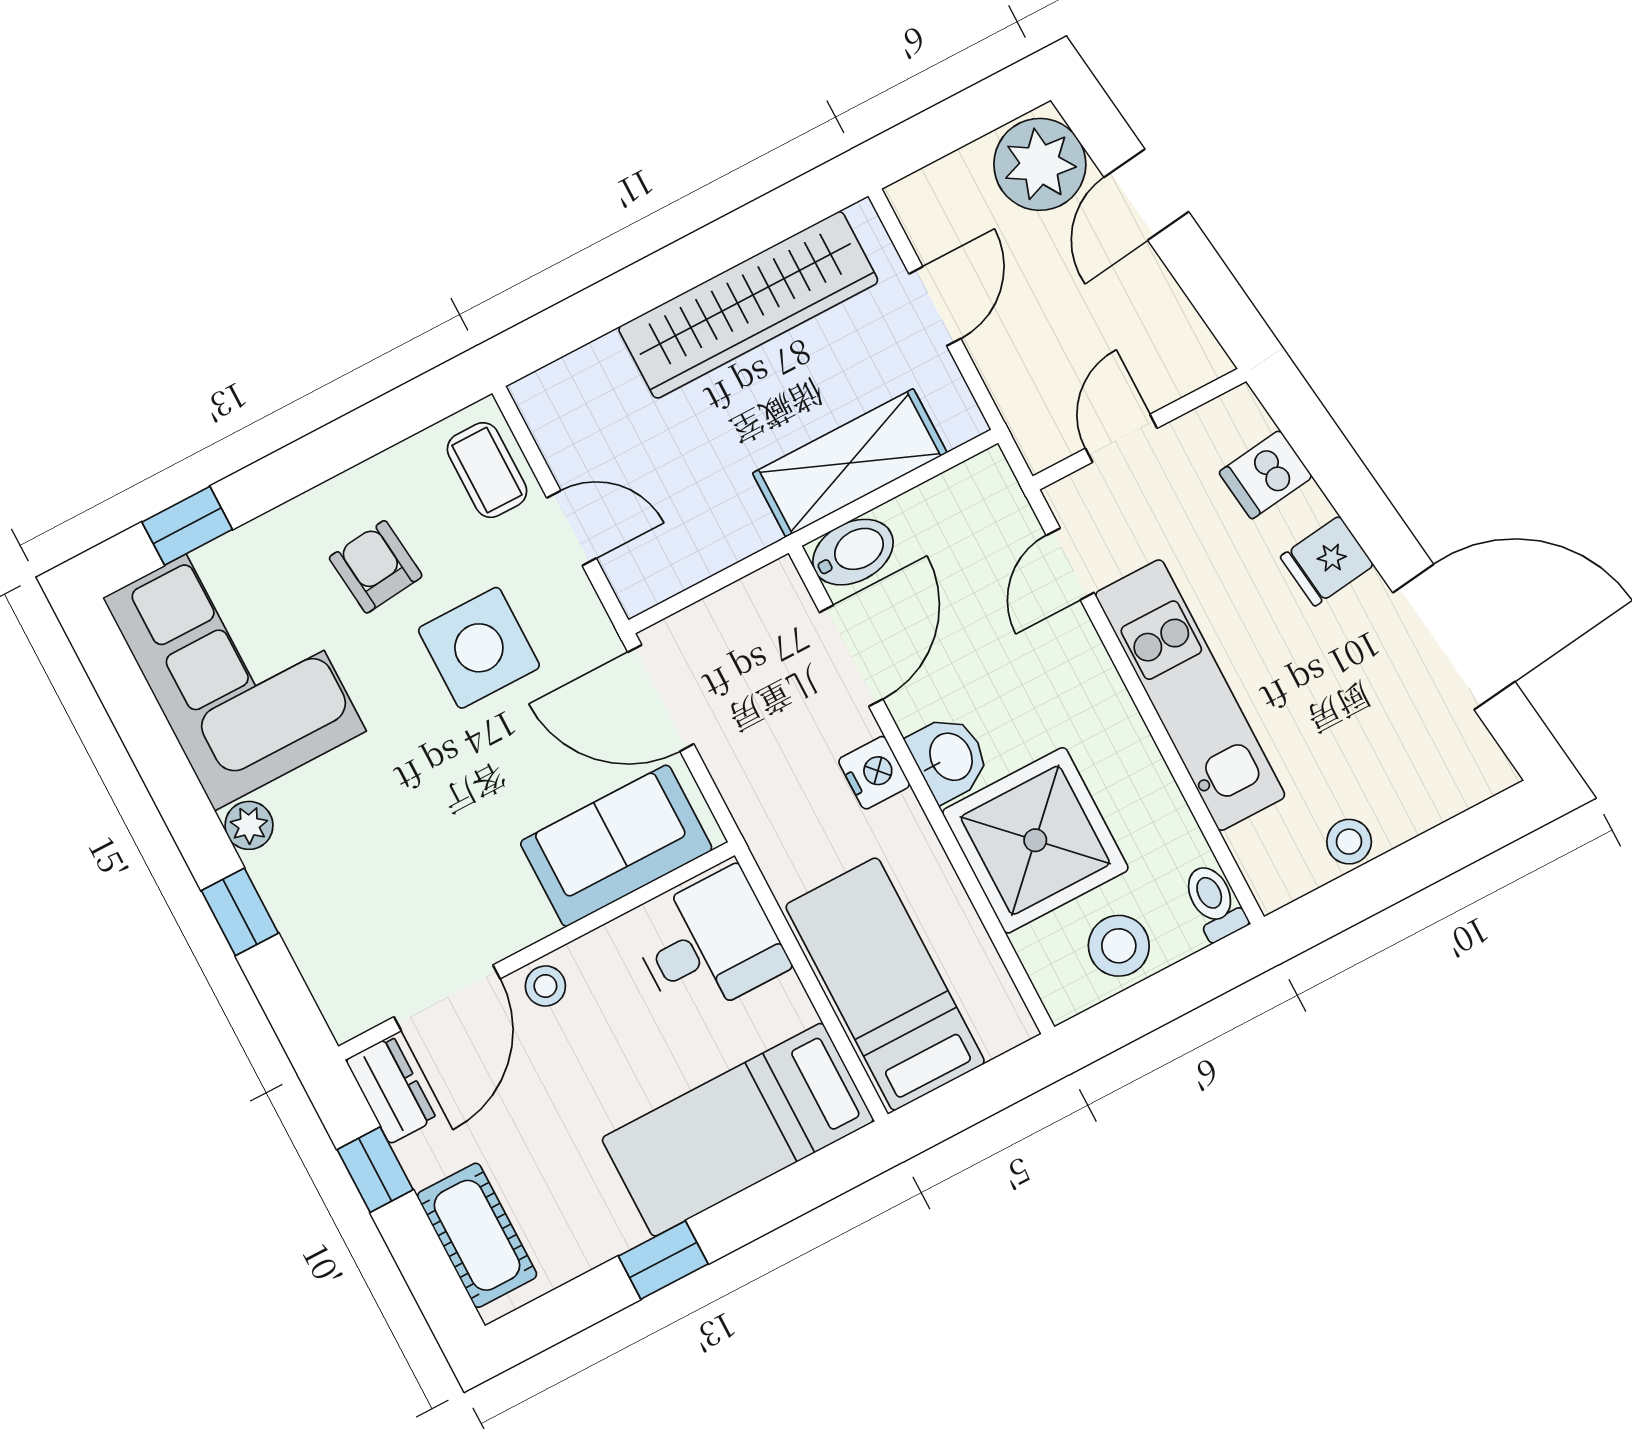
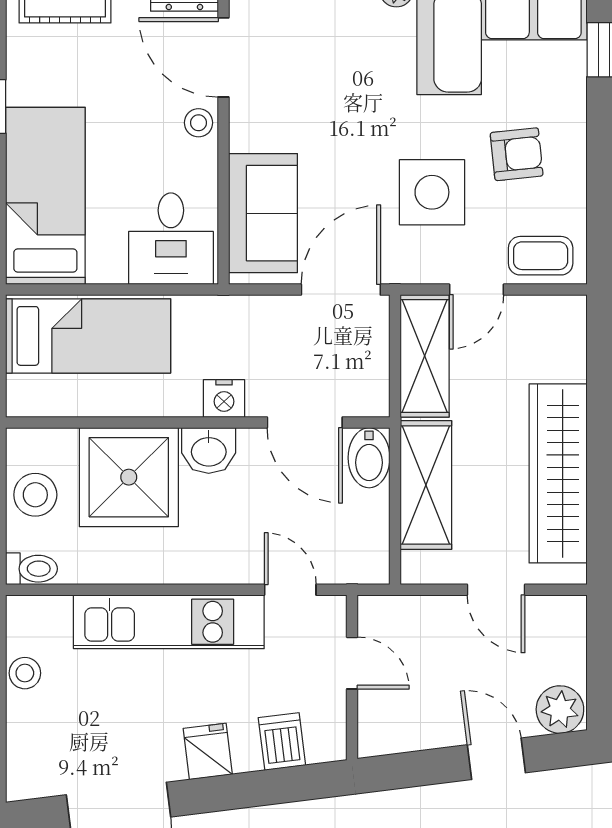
plant: (1040, 164) -> (560, 710), width x0.73, depth x0.73
shelving: (689, 549) -> (425, 356), added

